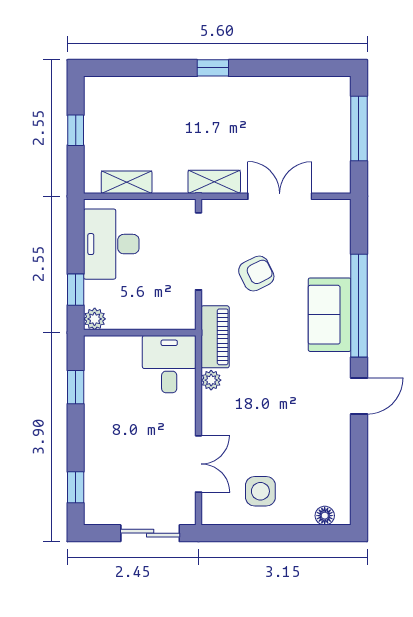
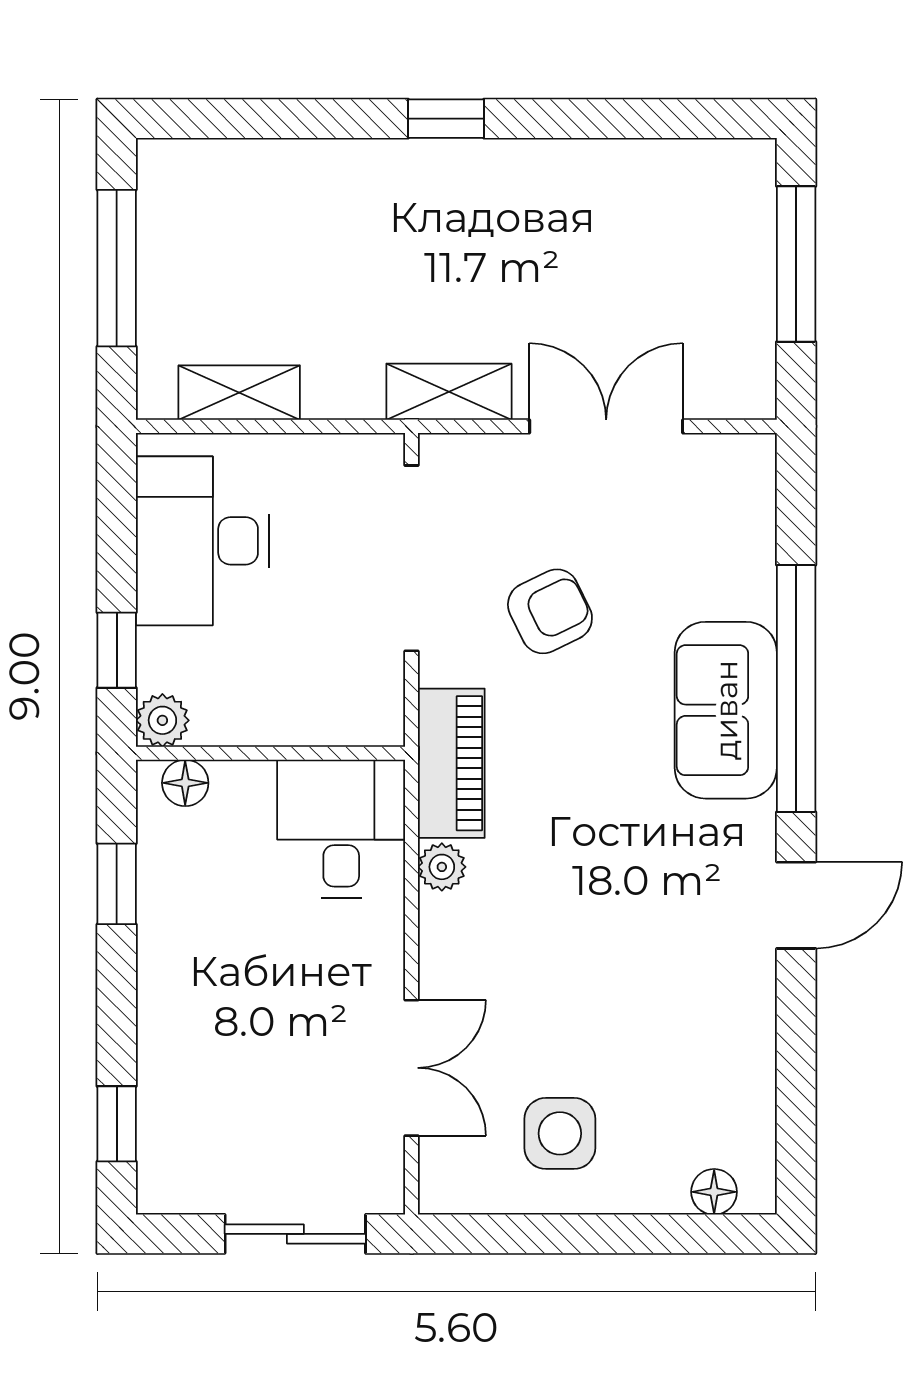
window: (76, 130) -> (117, 268), width x2.17
floor lamp: (104, 345) -> (185, 783), added

